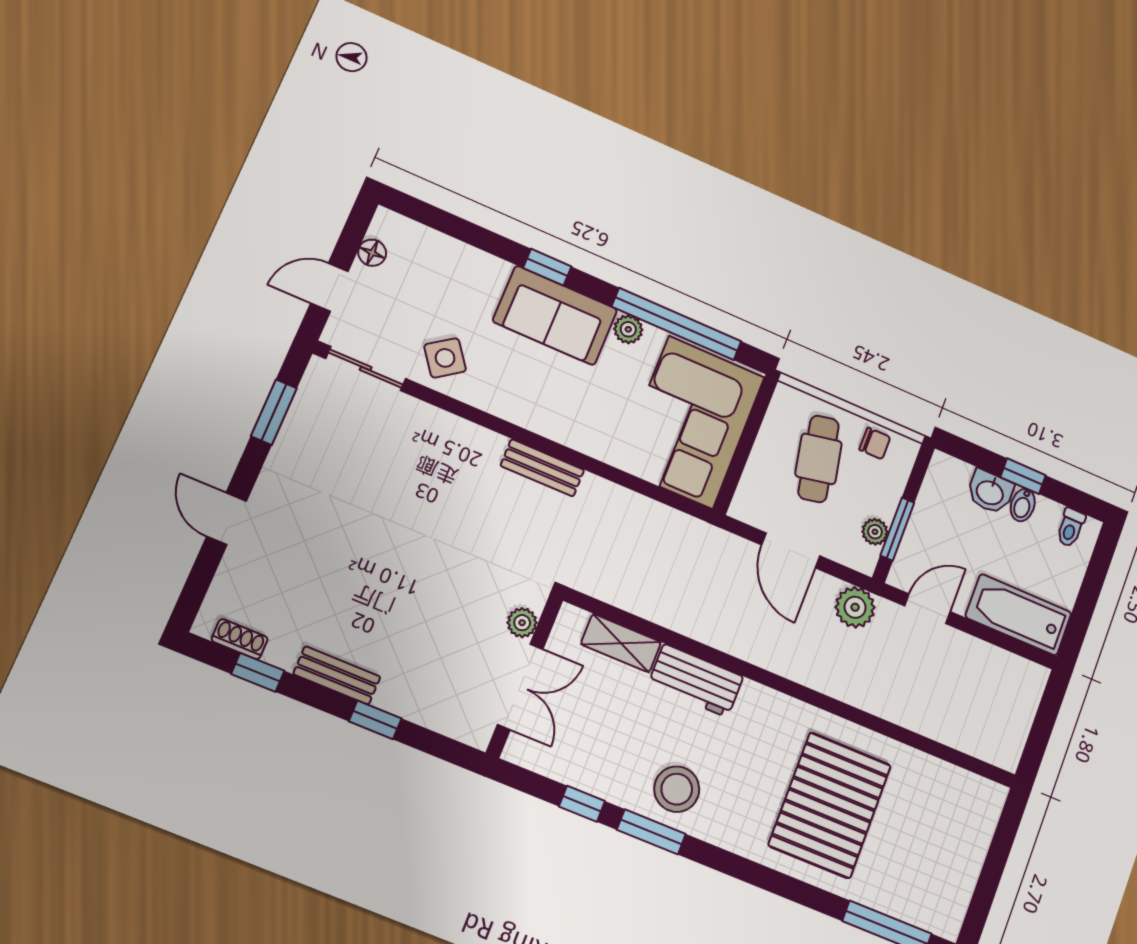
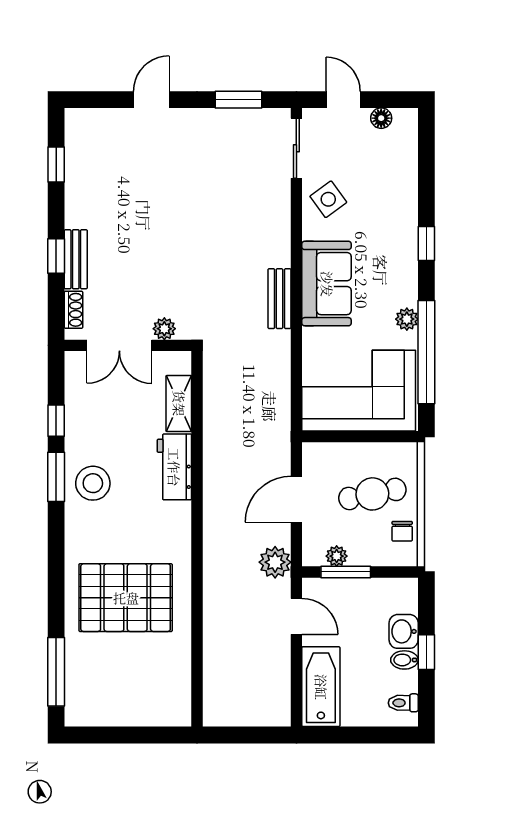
sofa: (555, 315) -> (327, 284), moved, turned 180
shoe rack: (240, 639) -> (73, 310), moved
bench: (337, 675) -> (76, 259), moved

